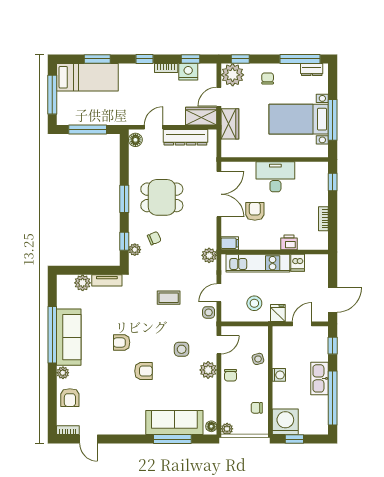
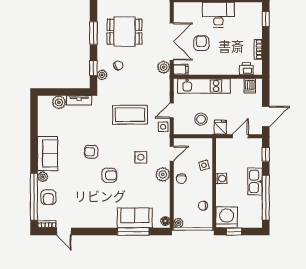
double door: (219, 194) -> (172, 41), moved
printer: (289, 242) -> (246, 69), moved
plant: (209, 255) -> (164, 67), moved
dishwasher: (298, 263) -> (250, 86), moved
coffee table: (169, 298) -> (130, 115), width x1.86, depth x1.72
window: (52, 335) -> (34, 197), moved
sofa: (69, 337) -> (48, 153), width x0.73
sofa: (174, 423) -> (135, 218), width x0.73

